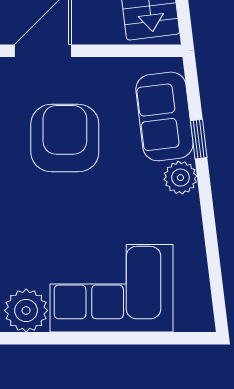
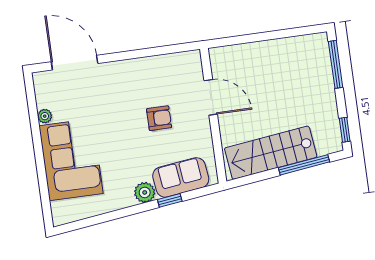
armchair: (65, 138) -> (159, 118), width x0.53, depth x0.53
plant: (26, 310) -> (45, 116), width x0.53, depth x0.53

